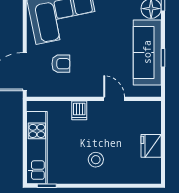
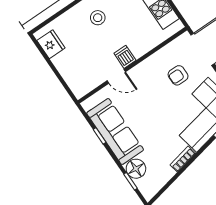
dishwasher: (79, 110) -> (125, 57), moved
fridge: (151, 146) -> (51, 44), moved

